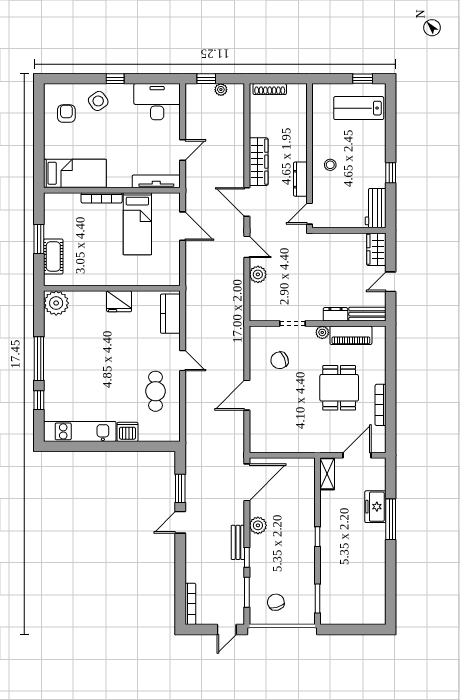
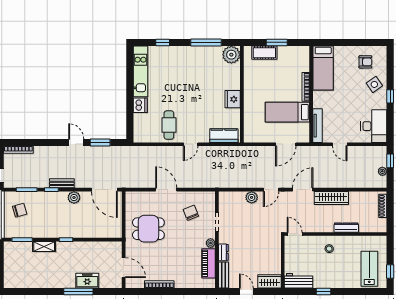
dresser: (300, 179) -> (346, 228), moved
window: (39, 359) -> (206, 42), moved
dining table: (339, 388) -> (148, 229), moved
cafe table: (156, 391) -> (169, 125), turned 90
shelving: (327, 474) -> (44, 247), moved

